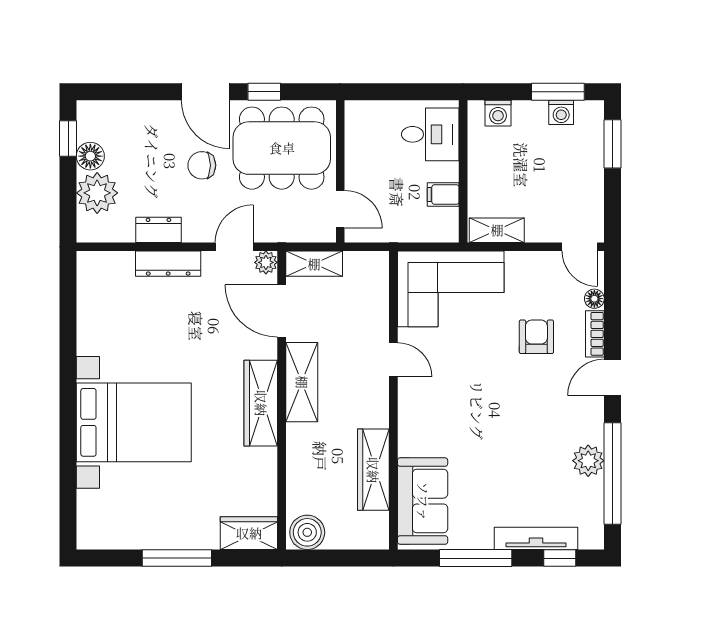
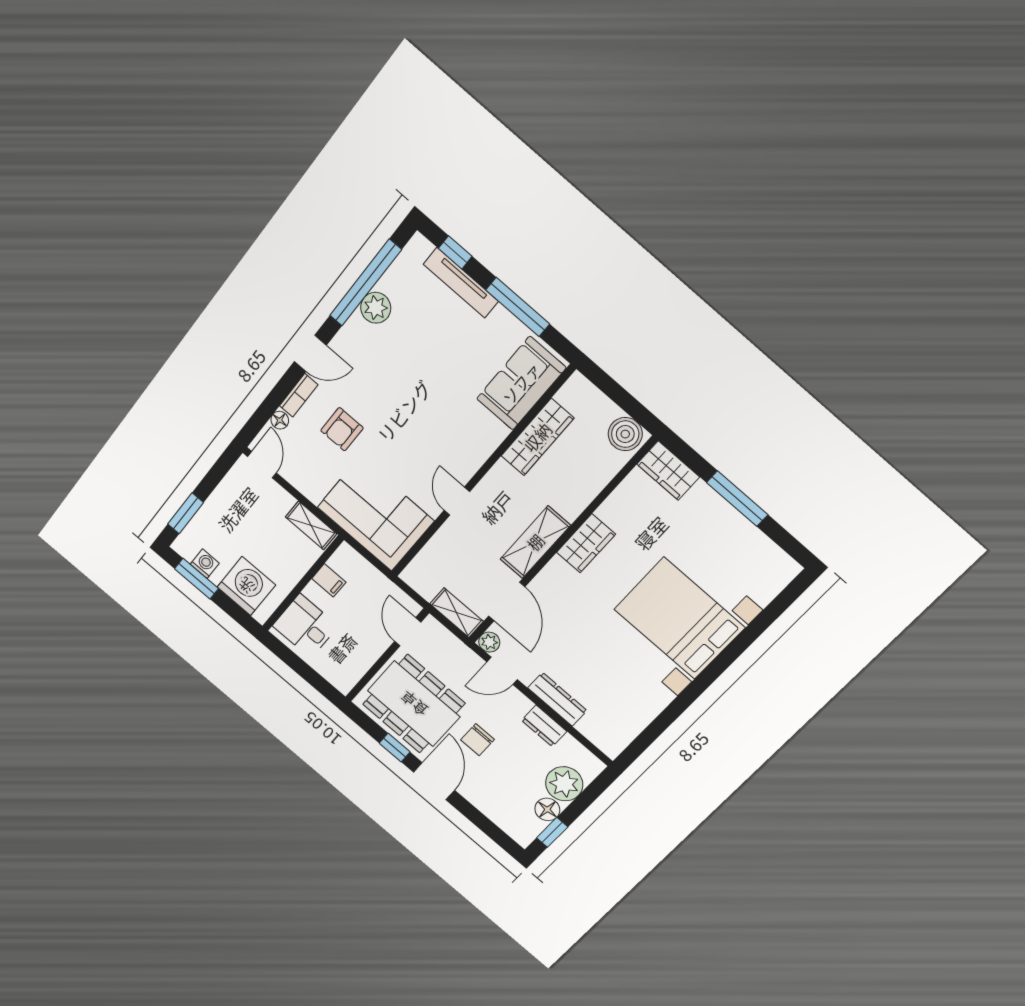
washing machine: (498, 113) -> (246, 586), width x1.89, depth x1.89
chair: (202, 165) -> (477, 740), turned 90
wardrobe: (261, 403) -> (586, 543), width x0.67

